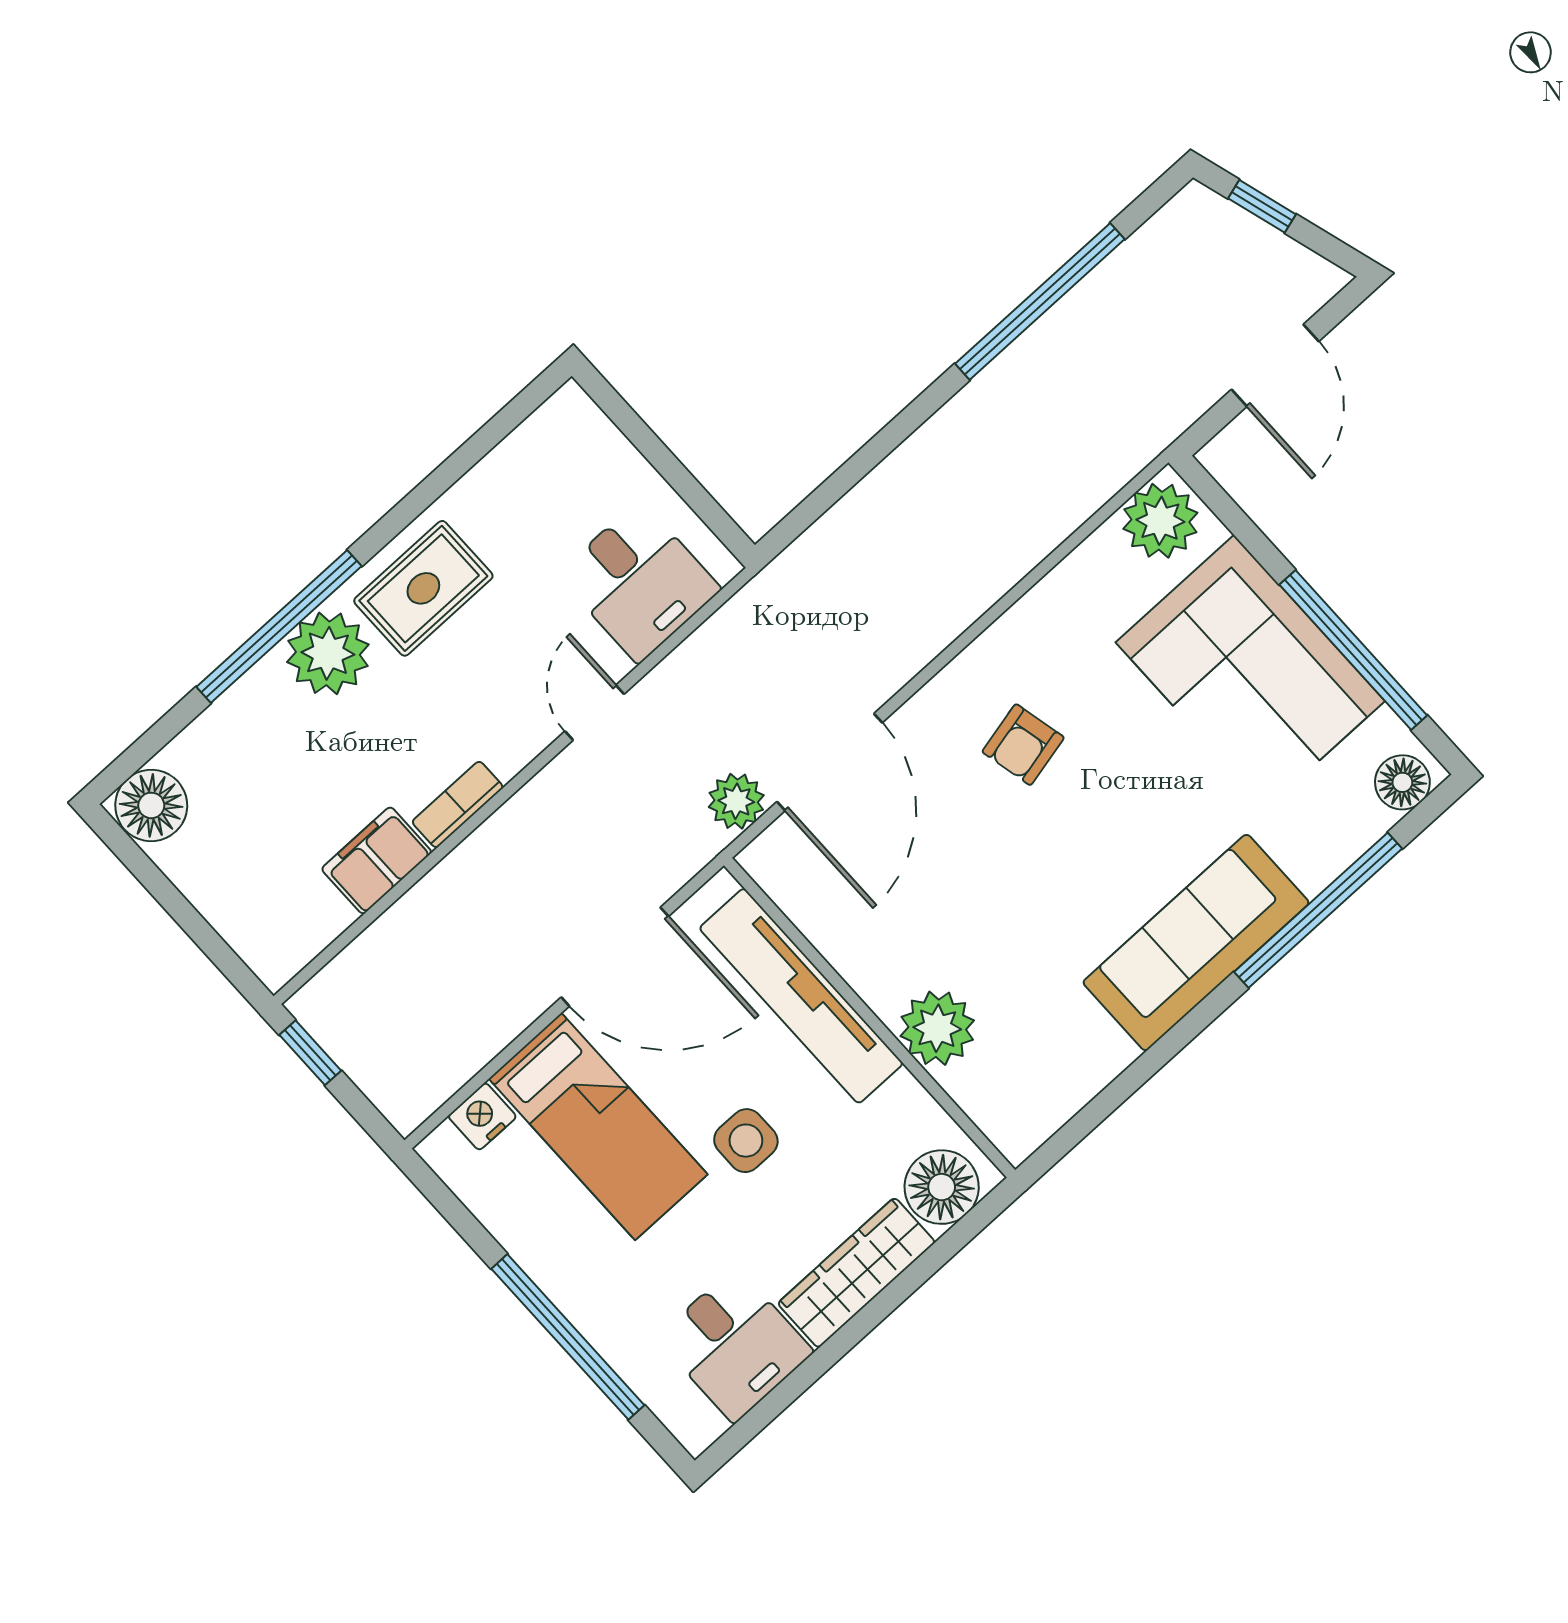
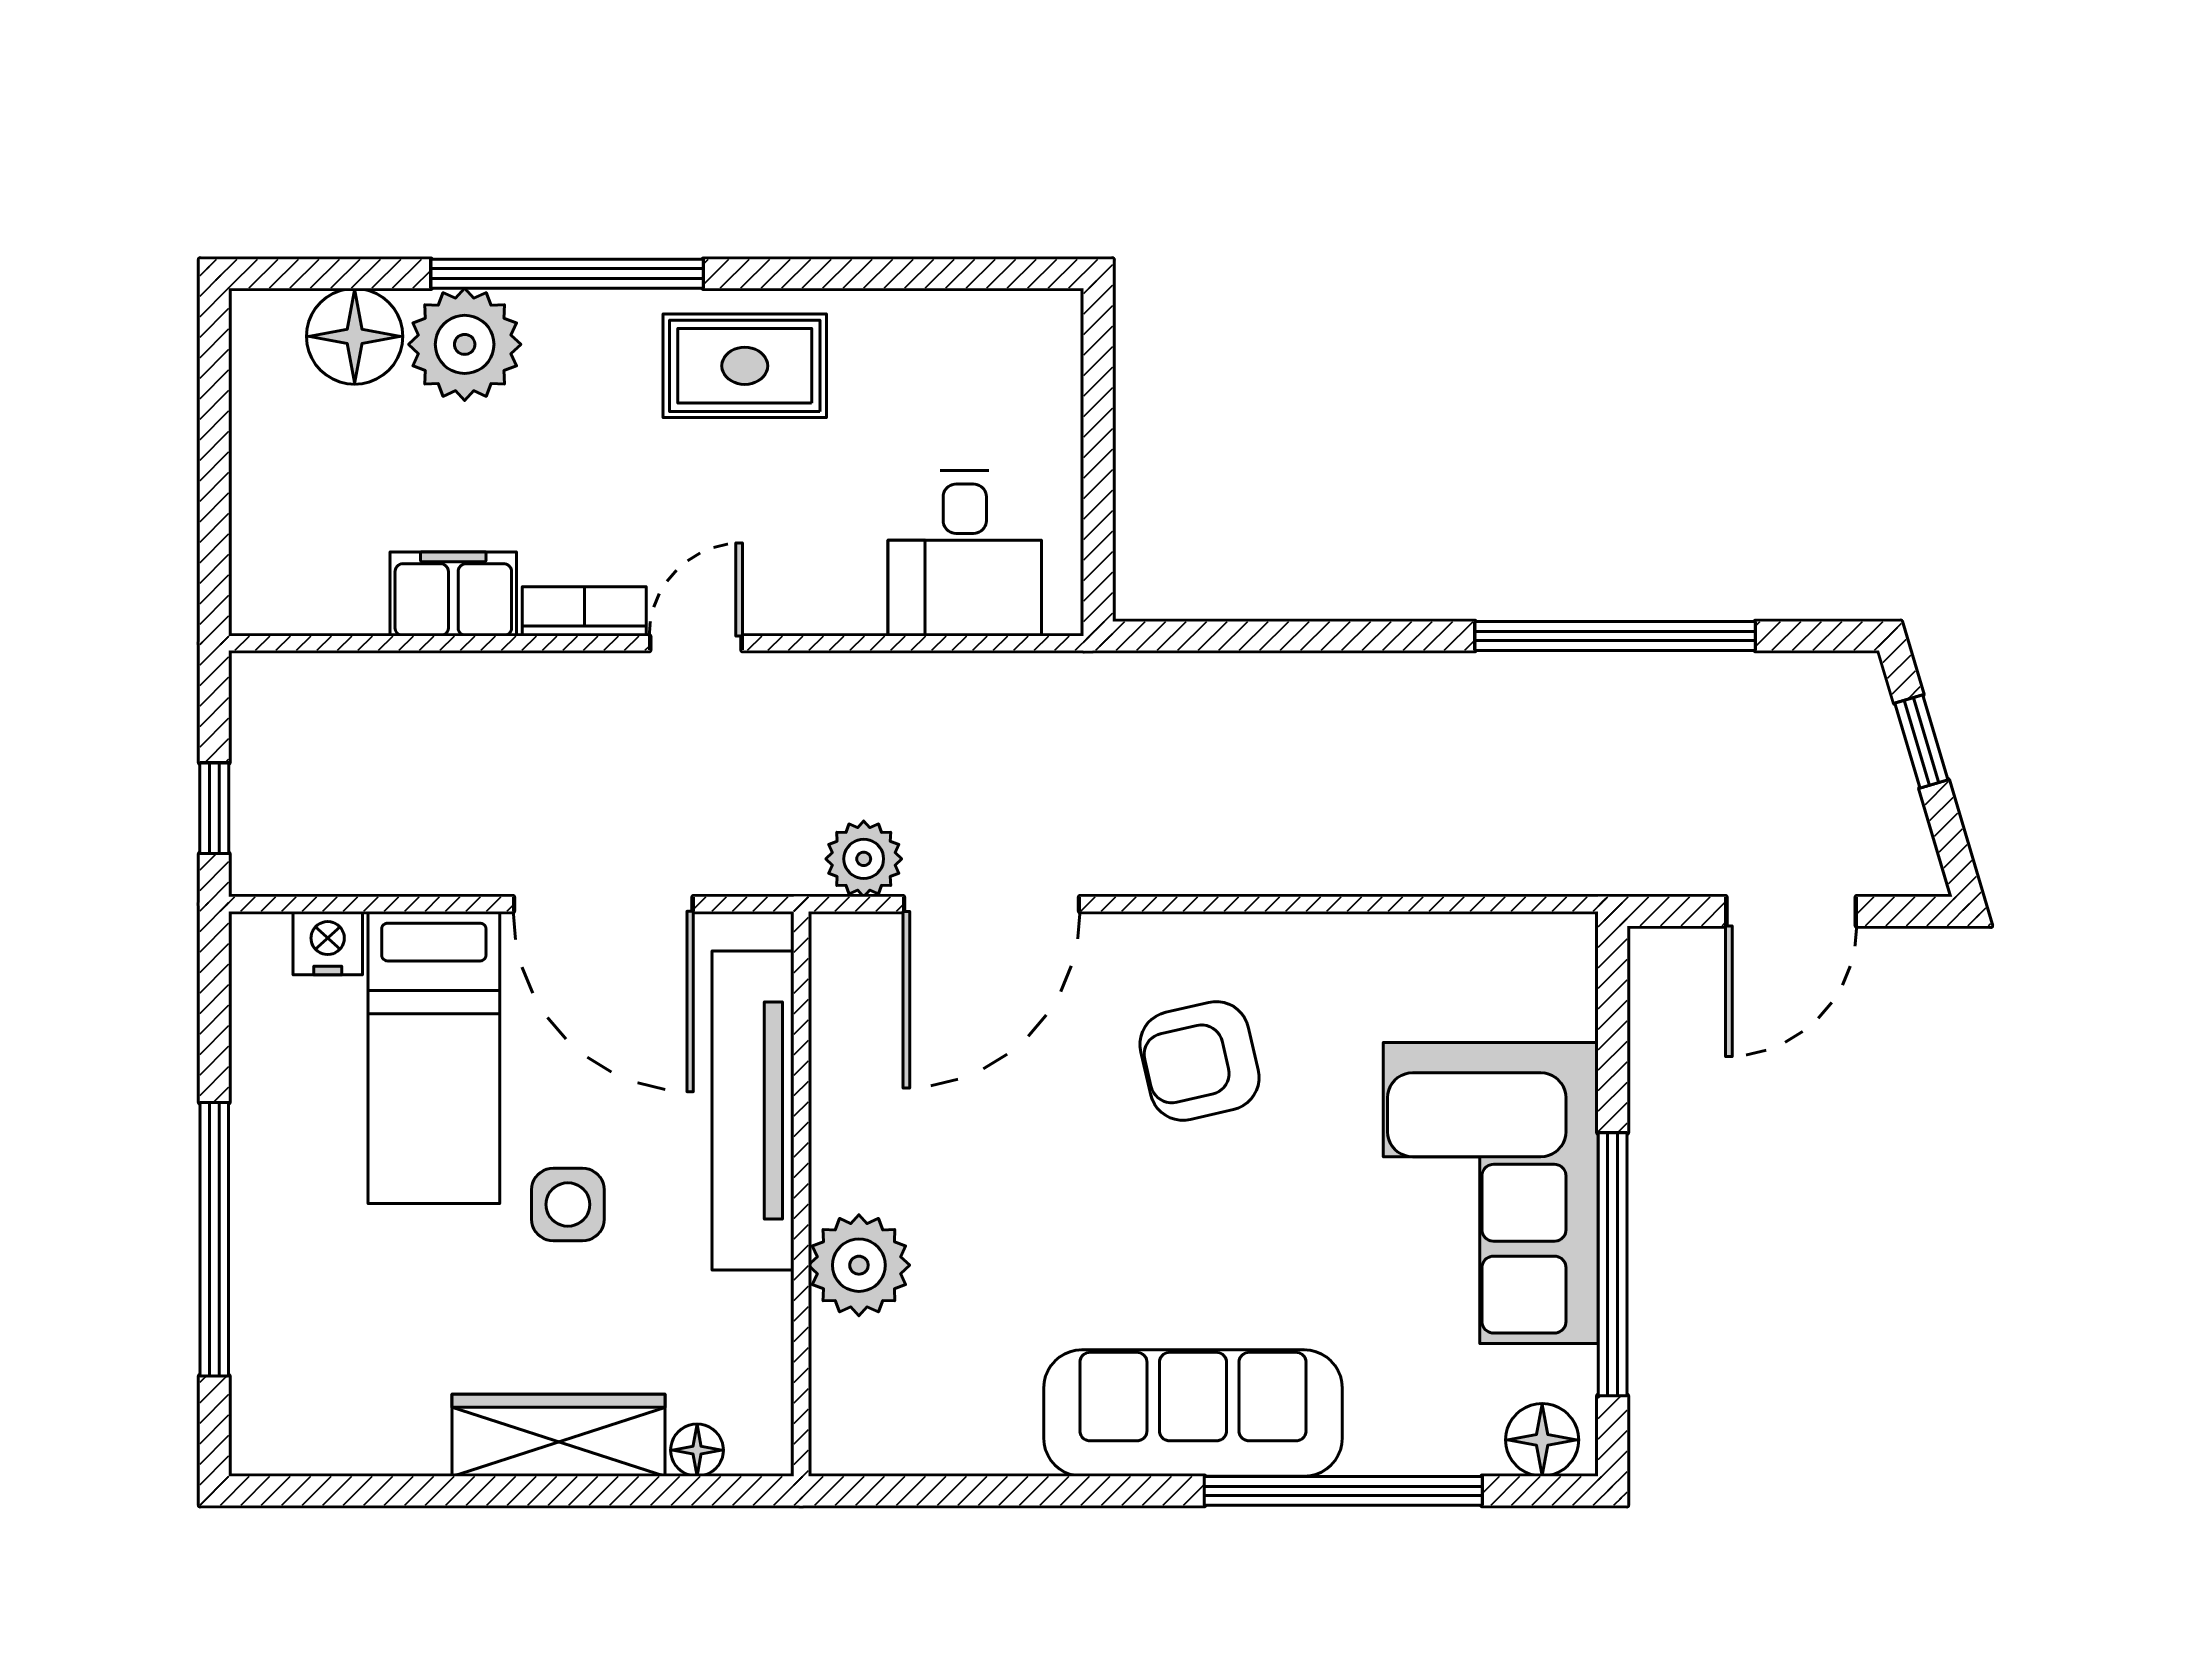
plant: (1160, 521) -> (1537, 962), removed
plant: (328, 653) -> (465, 344), moved
door: (594, 713) -> (696, 643), moved
armchair: (1023, 745) -> (1200, 1061), width x1.38, depth x1.38
floor lamp: (151, 805) -> (355, 336), moved
window: (310, 1053) -> (214, 808), moved
floor lamp: (942, 1187) -> (697, 1450), width x0.53, depth x0.53
desk: (735, 1345) -> (373, 1397), removed

